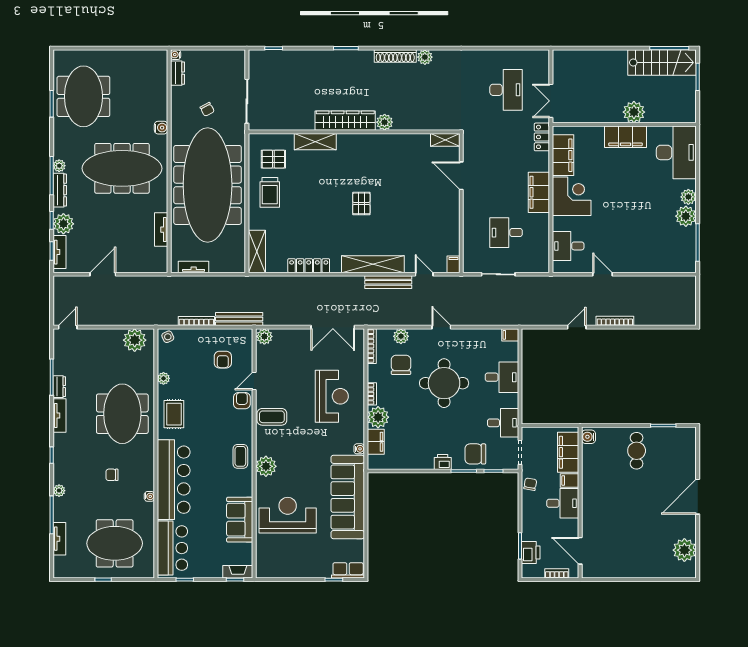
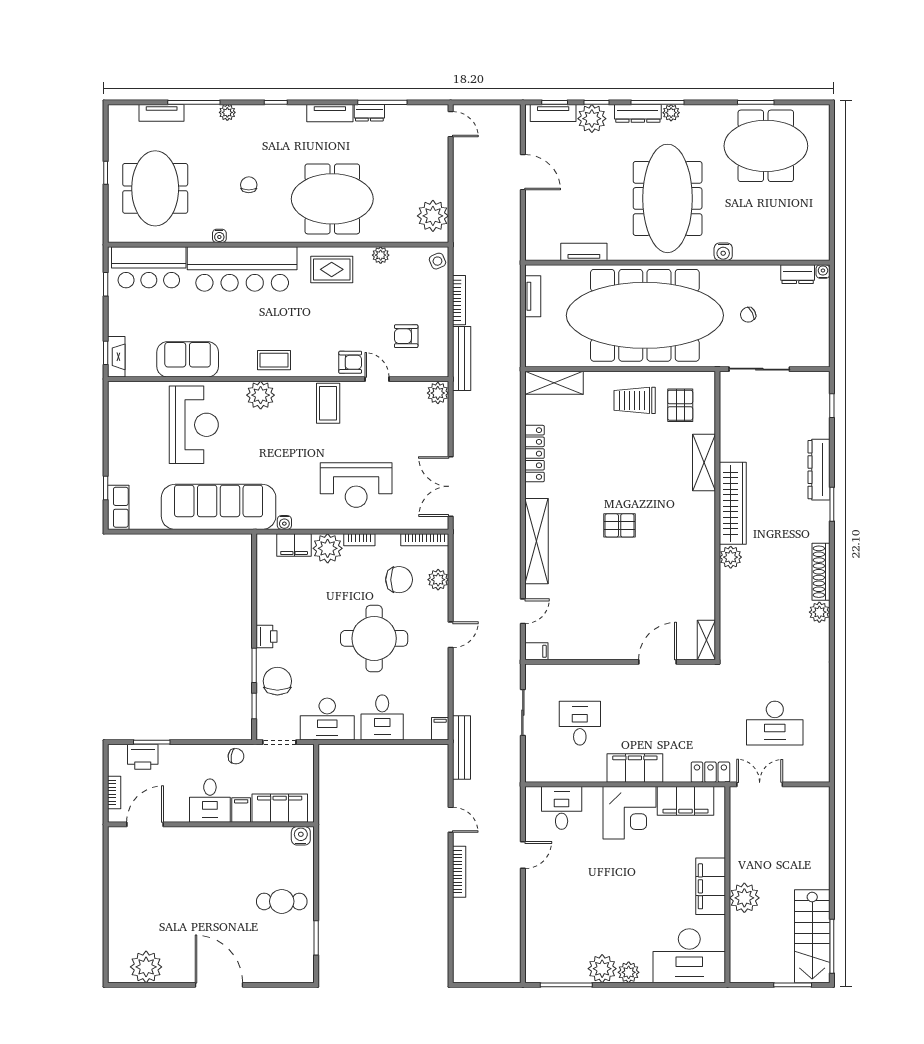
dresser: (320, 58) -> (819, 470), added
bench: (388, 282) -> (462, 747), moved
desk: (503, 423) -> (327, 719), width x1.37

